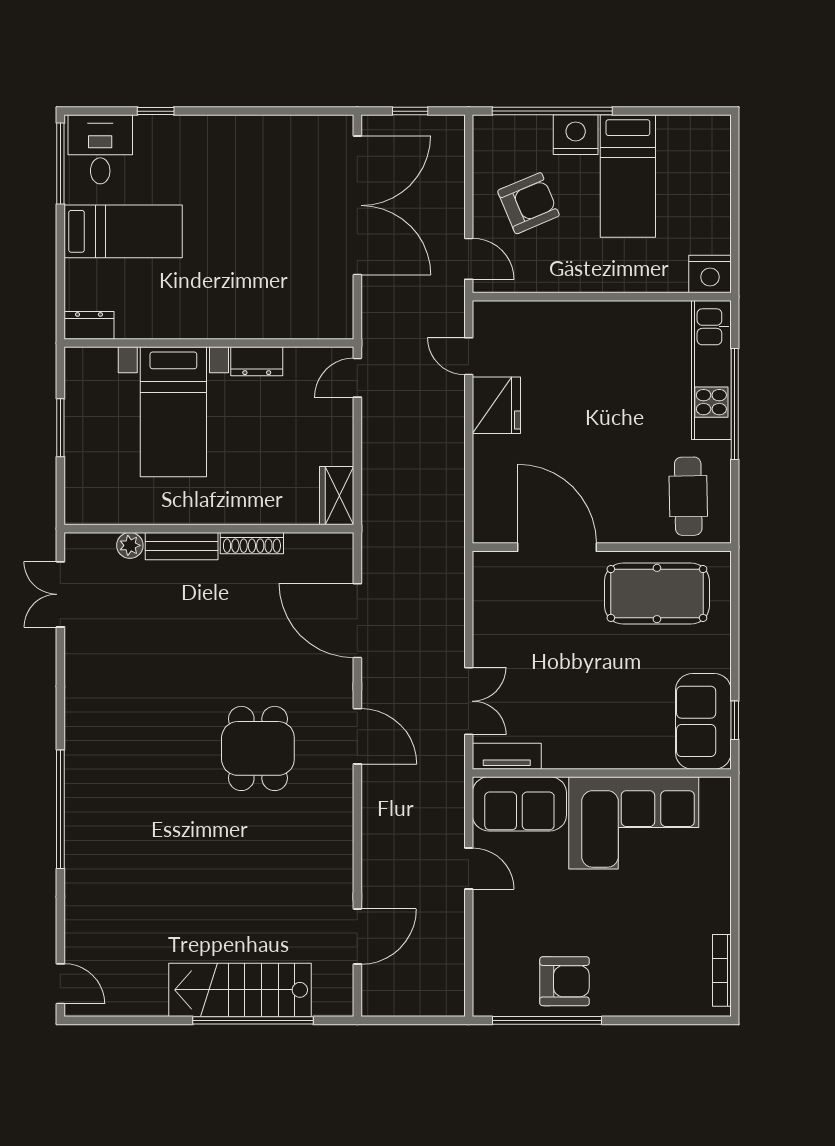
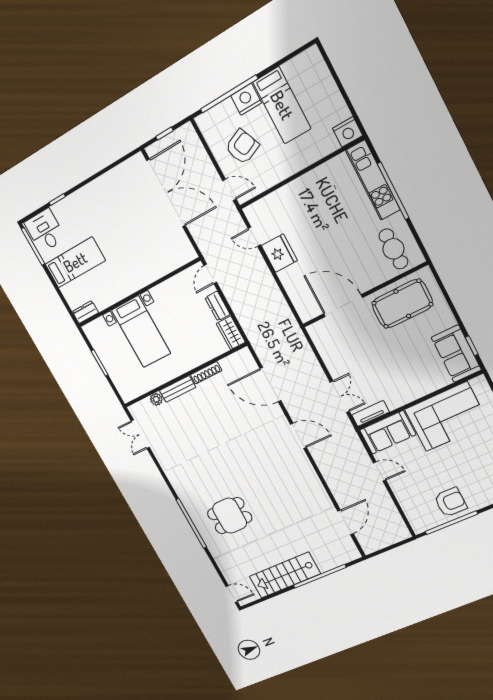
dresser: (257, 361) -> (217, 306), moved, turned 90
dining table: (258, 748) -> (230, 516), moved, turned 90
stairs: (240, 990) -> (285, 575), moved

